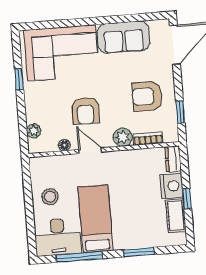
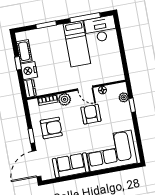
window: (19, 79) -> (132, 105), moved
window: (180, 112) -> (31, 136), moved
stool: (50, 197) -> (108, 55), removed

